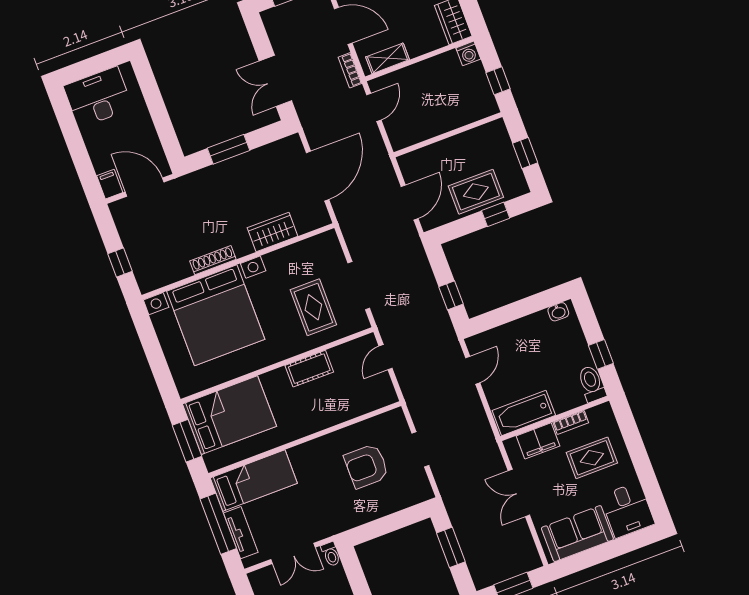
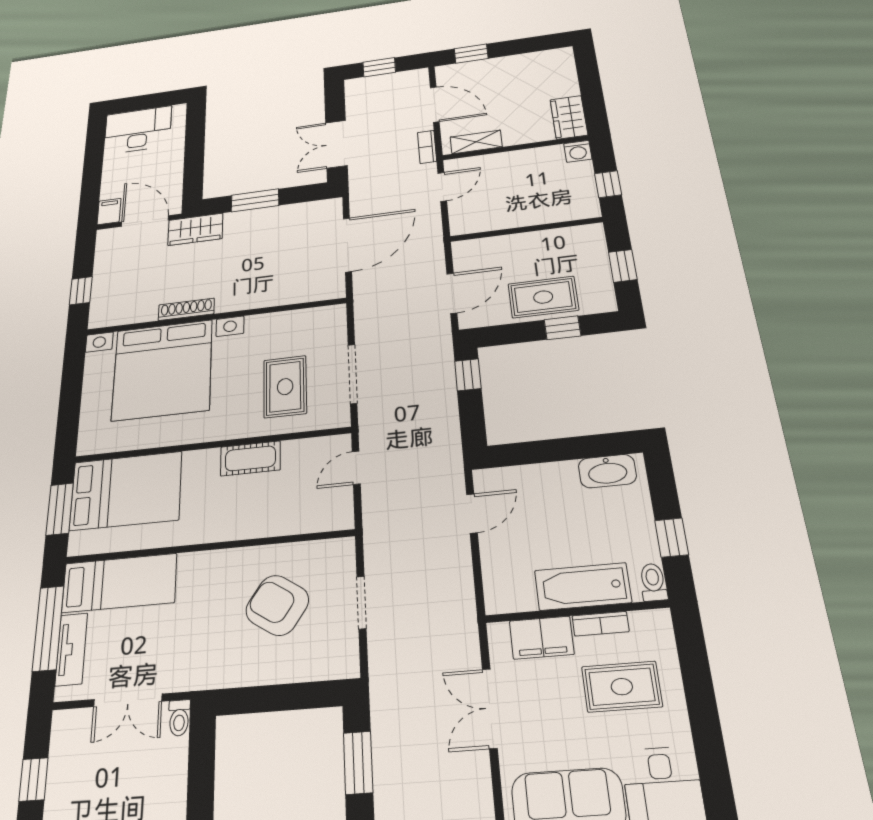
wardrobe: (273, 232) -> (195, 229), moved, turned 180
window: (451, 295) -> (468, 375), moved
washbasin: (558, 312) -> (607, 471), width x1.91, depth x1.45
toilet: (592, 384) -> (653, 582), width x0.73, depth x0.72
bathtub: (524, 413) -> (583, 586), moved
armchair: (366, 466) -> (277, 605), turned 34

